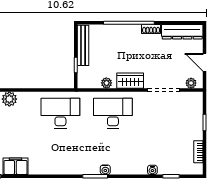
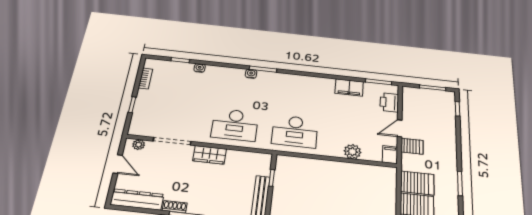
plant: (106, 83) -> (238, 156), removed

